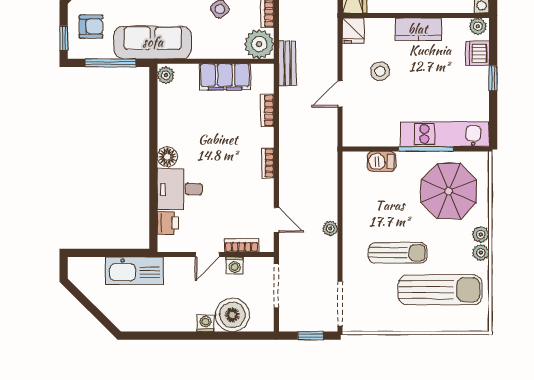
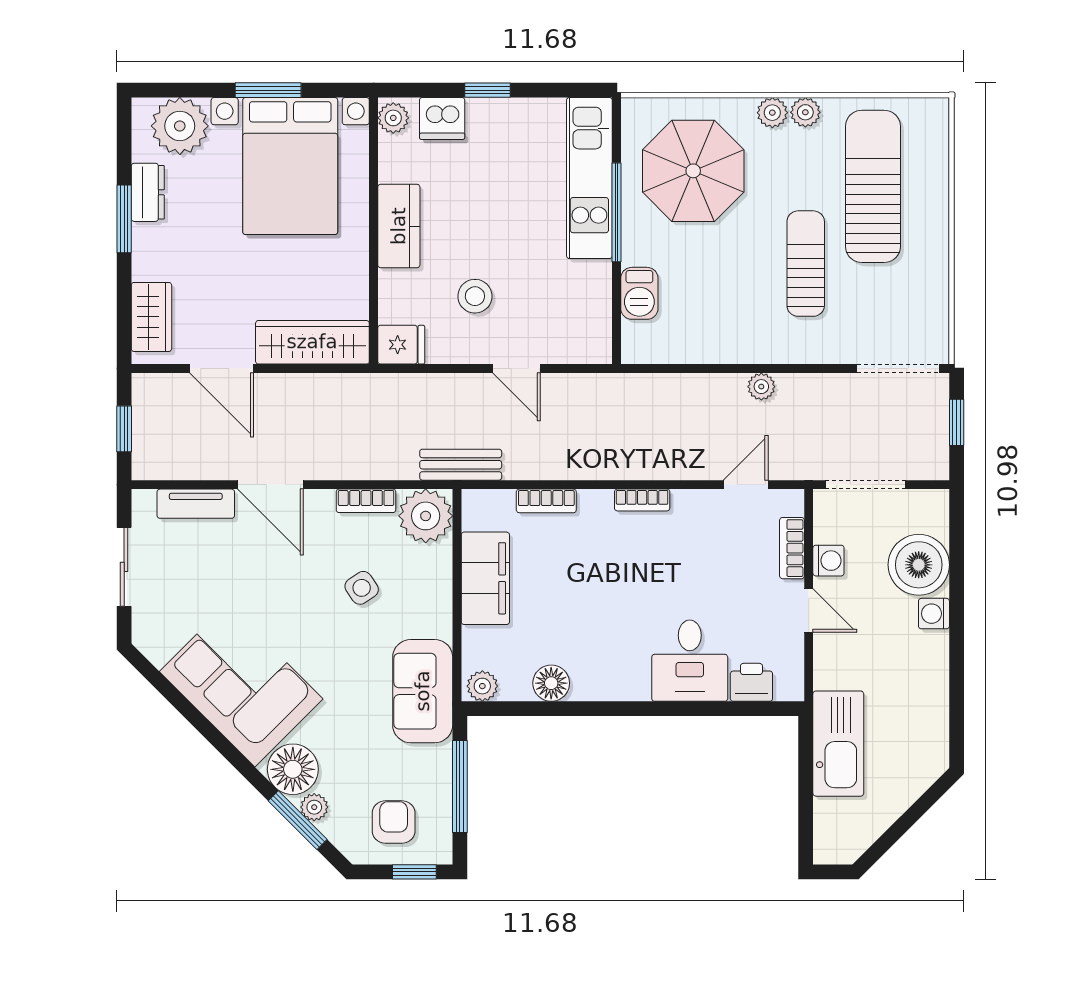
sofa: (153, 42) -> (423, 691), width x0.73
floor lamp: (167, 157) -> (551, 683), moved

